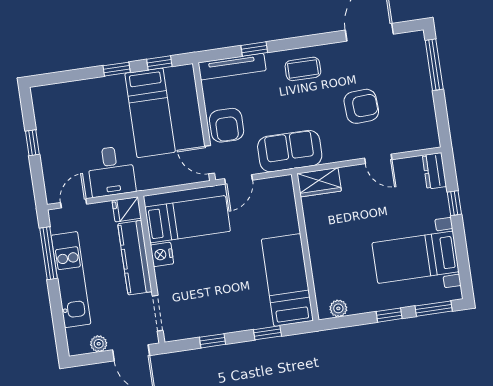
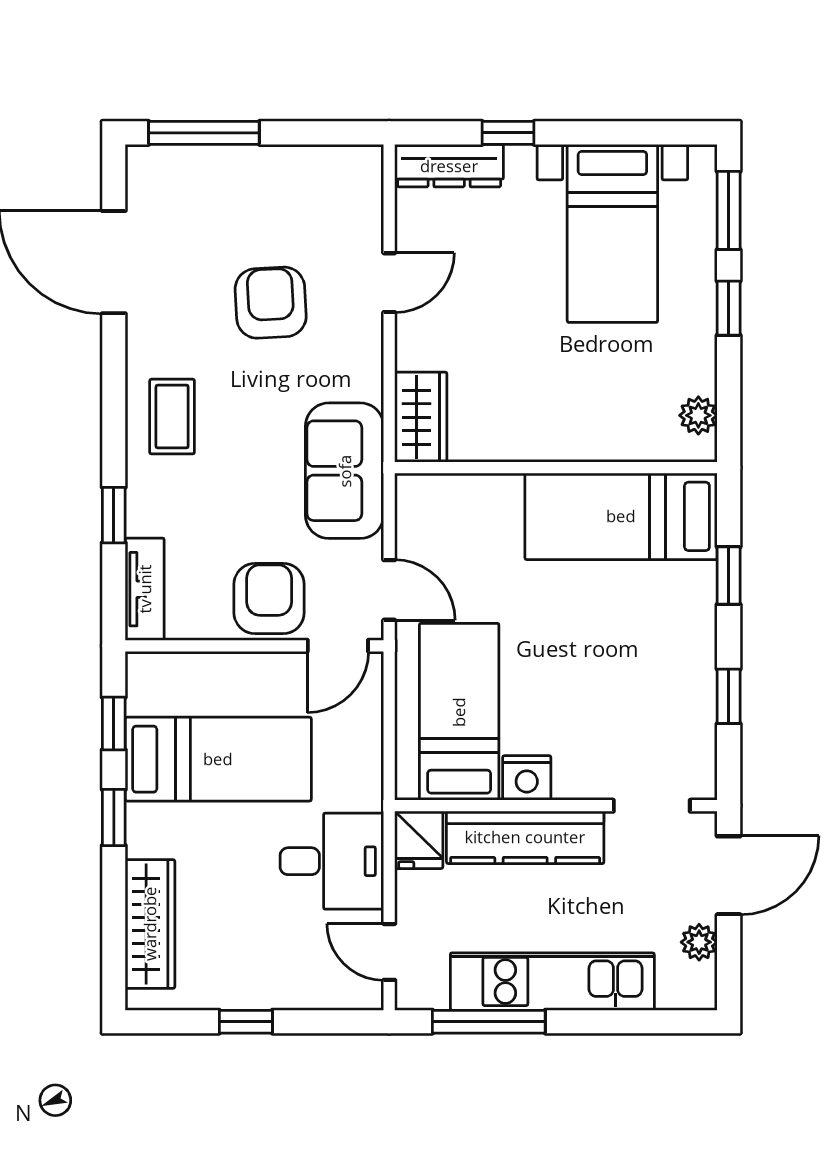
tv unit: (232, 67) -> (145, 589), width x0.71
wardrobe: (70, 93) -> (150, 924), added
armchair: (227, 125) -> (269, 598), turned -90
dresser: (434, 171) -> (449, 166), width x1.44

